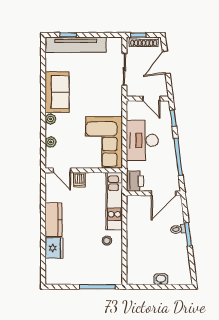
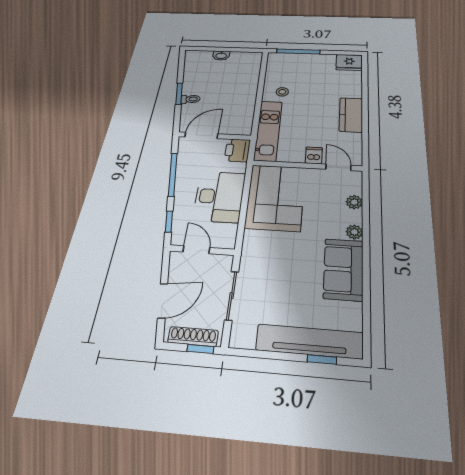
fridge: (54, 248) -> (349, 62), moved, turned -90

